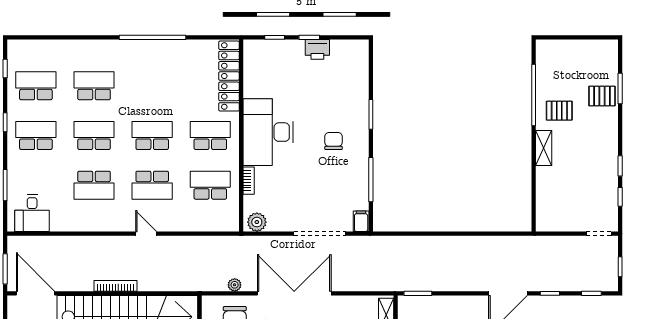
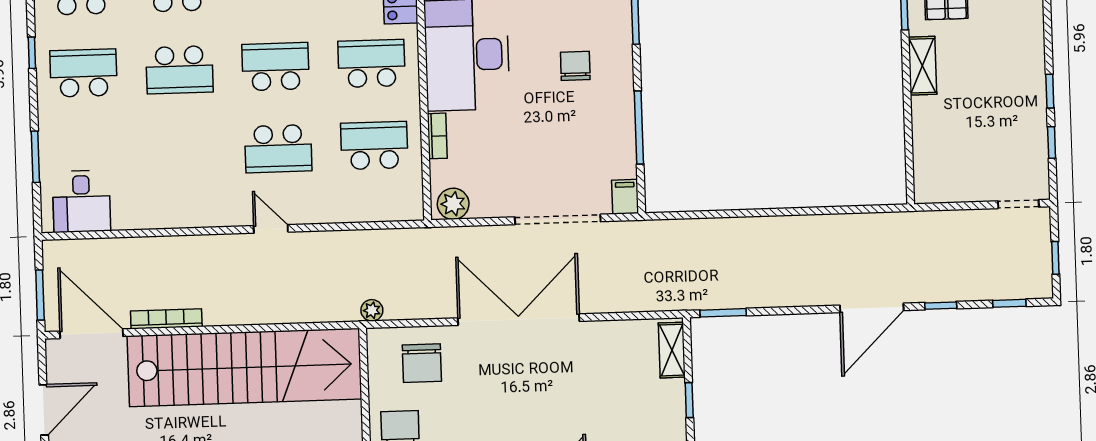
school desk: (94, 135) -> (180, 70), turned 180
school desk: (94, 185) -> (182, 152), removed
plant: (235, 285) -> (372, 310), moved
bookcase: (116, 286) -> (166, 319), moved

